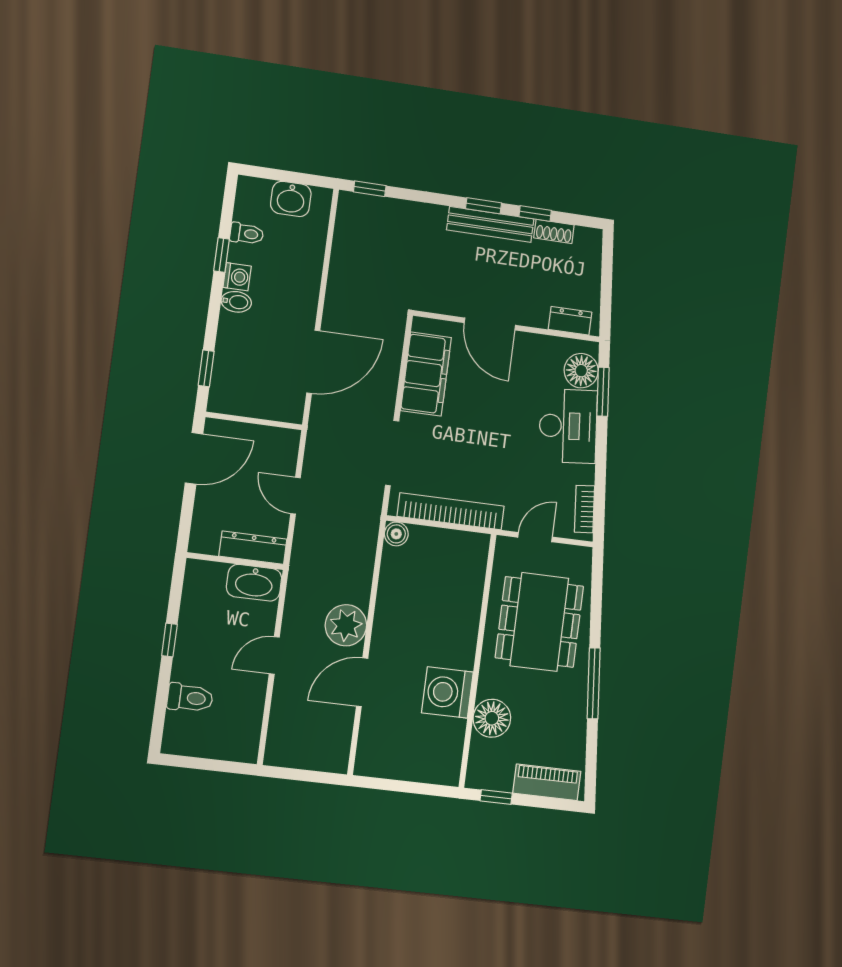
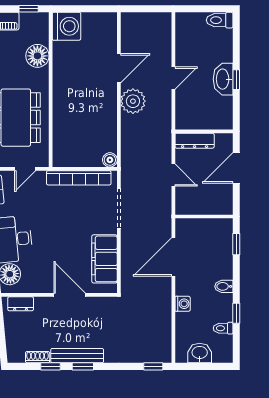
washing machine: (237, 277) -> (183, 304), moved, turned 180
door: (194, 458) -> (236, 168), moved
washbasin: (254, 583) -> (223, 79), moved, turned -90
washing machine: (447, 692) -> (66, 26), moved
toilet: (190, 698) -> (220, 20), moved

